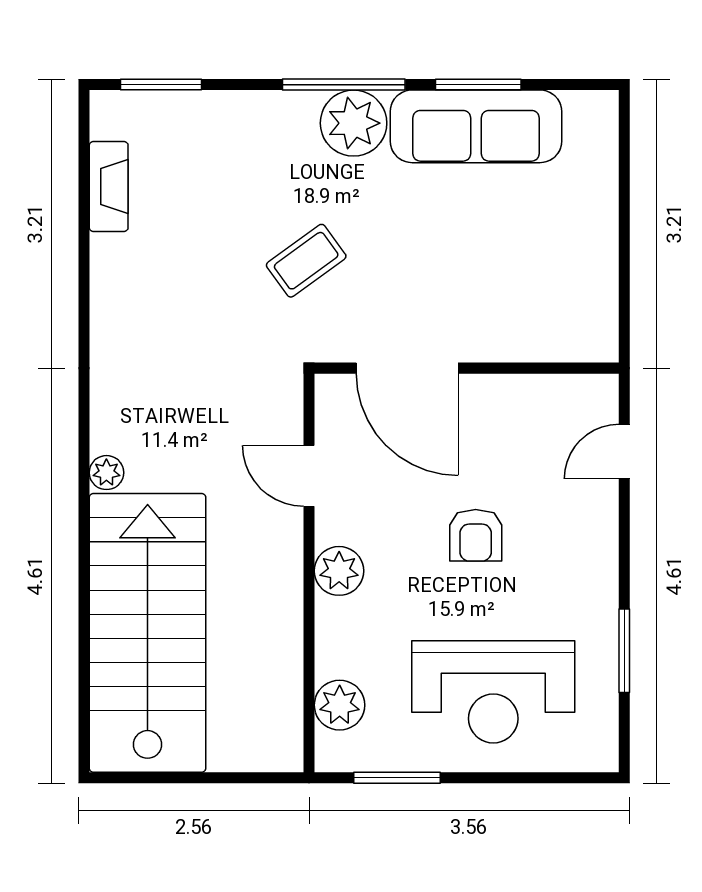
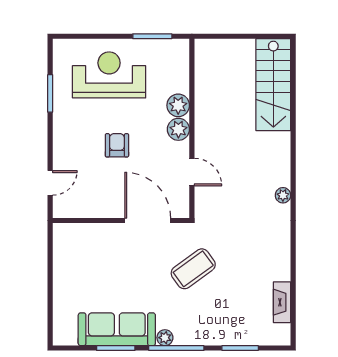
window: (161, 85) -> (240, 348), moved
plant: (354, 123) -> (165, 338), width x0.53, depth x0.53
coffee table: (306, 261) -> (193, 269), width x1.36, depth x1.30
plant: (106, 473) -> (283, 195), moved
stairs: (148, 633) -> (273, 85), width x0.73, depth x0.66
plant: (340, 705) -> (178, 105), moved

